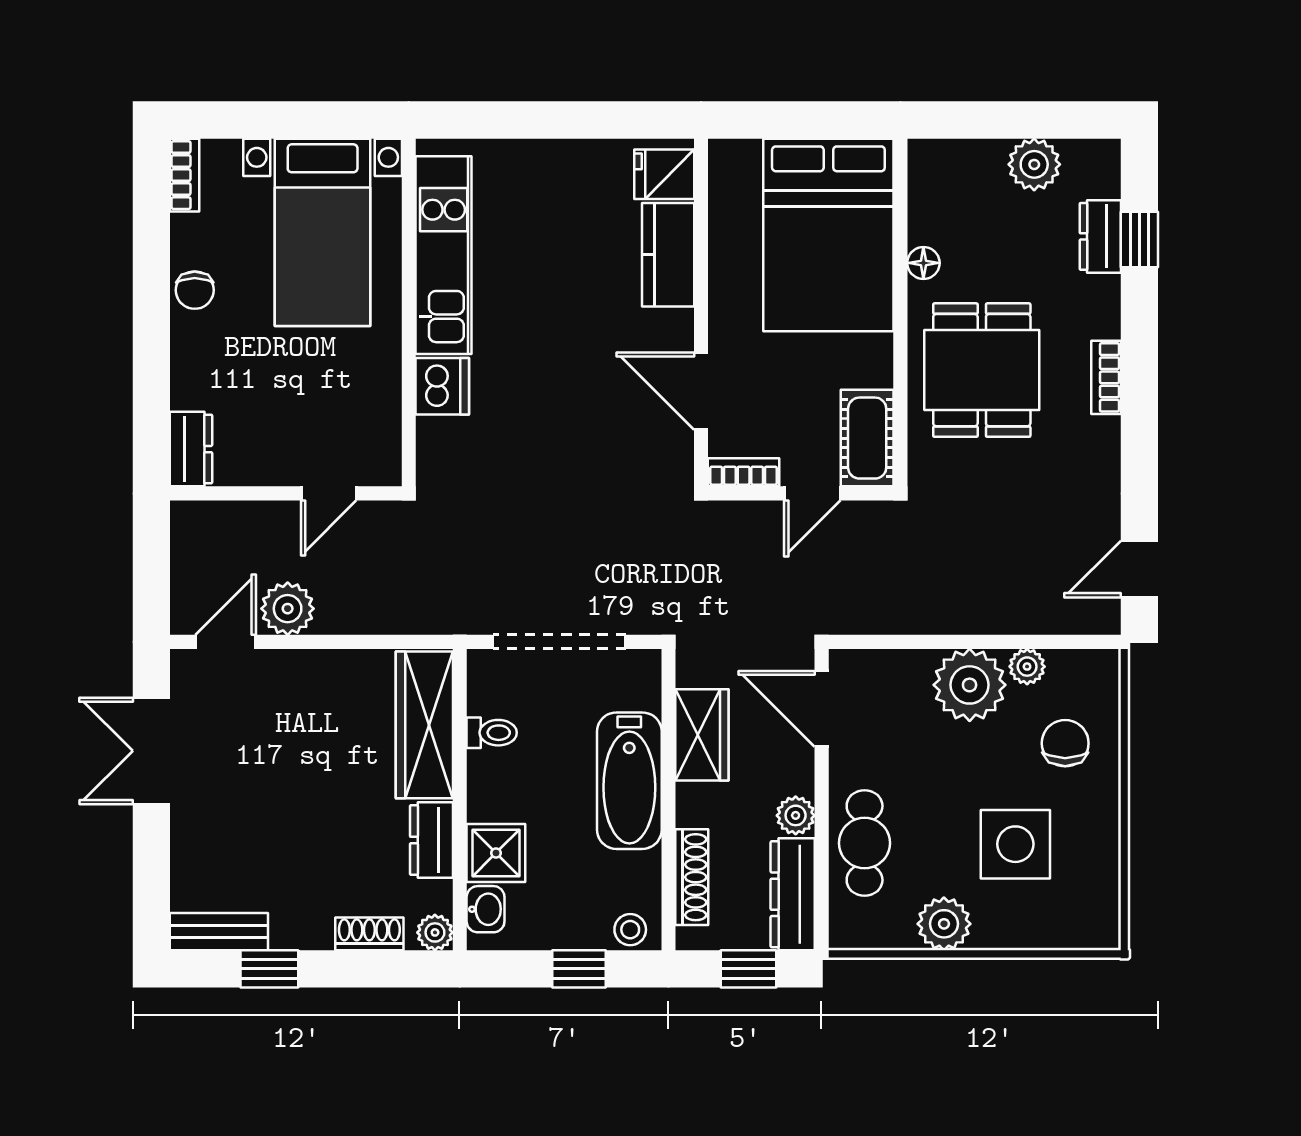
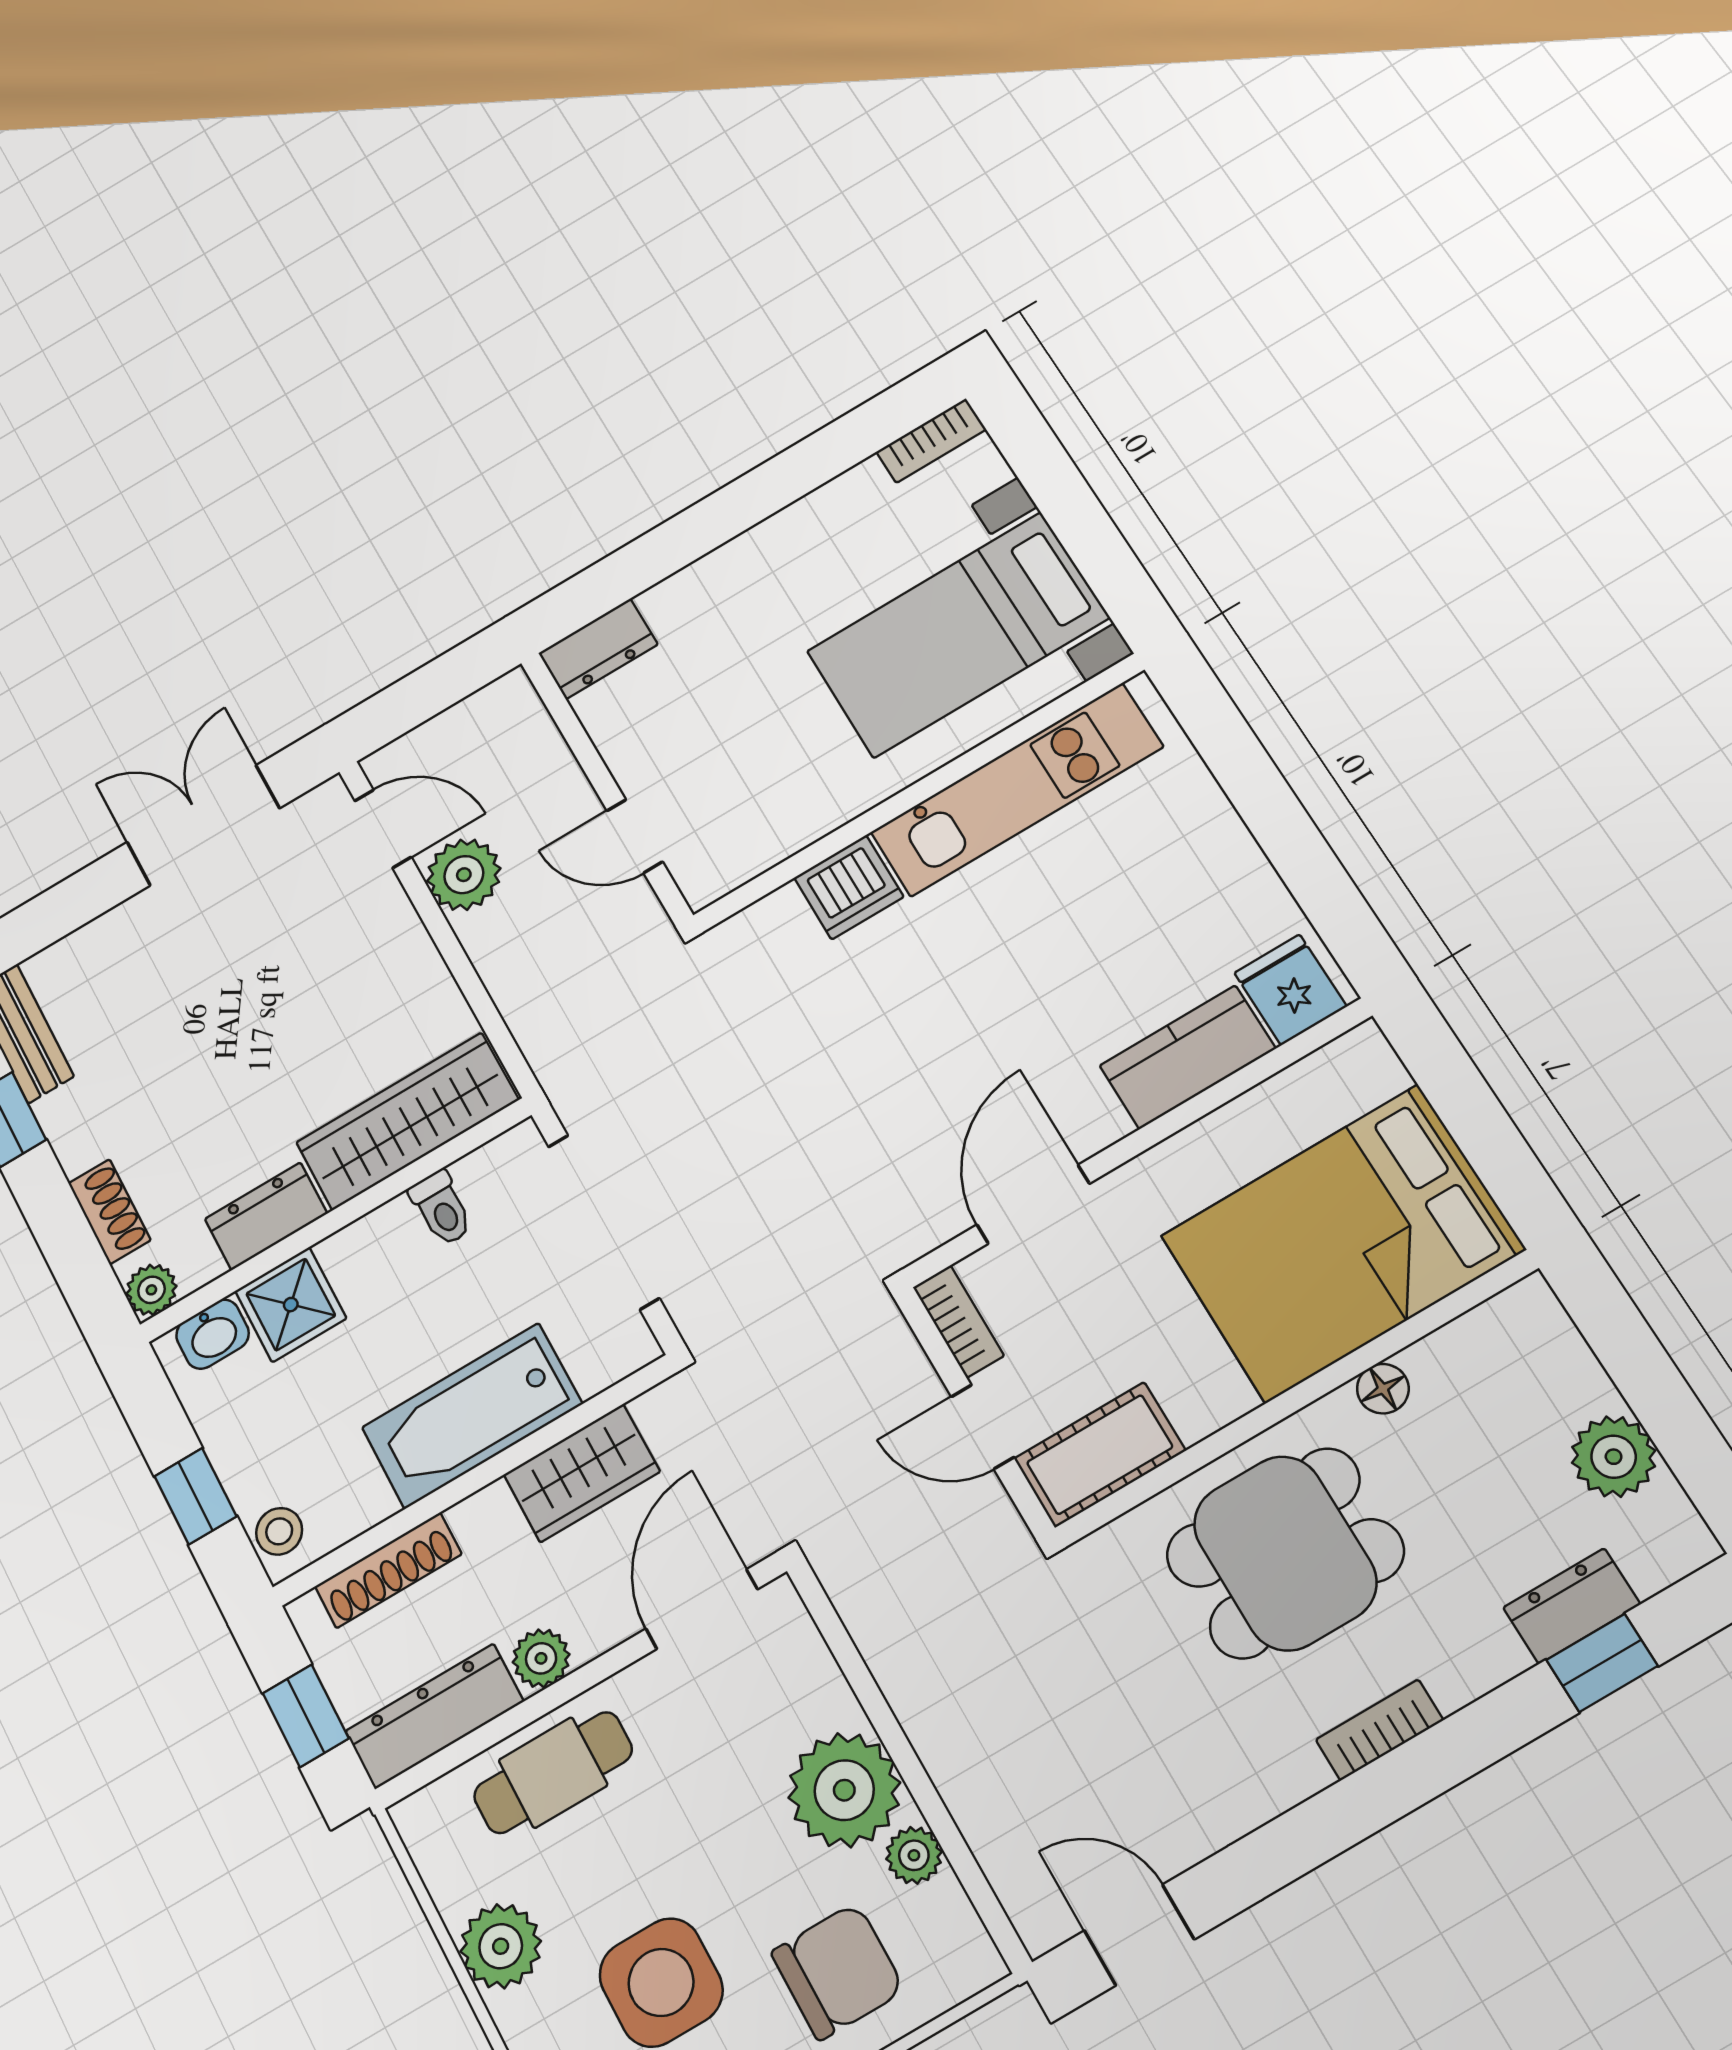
chair: (195, 290) -> (796, 536), removed
chair: (1065, 743) -> (838, 1971), width x1.37, depth x1.37

